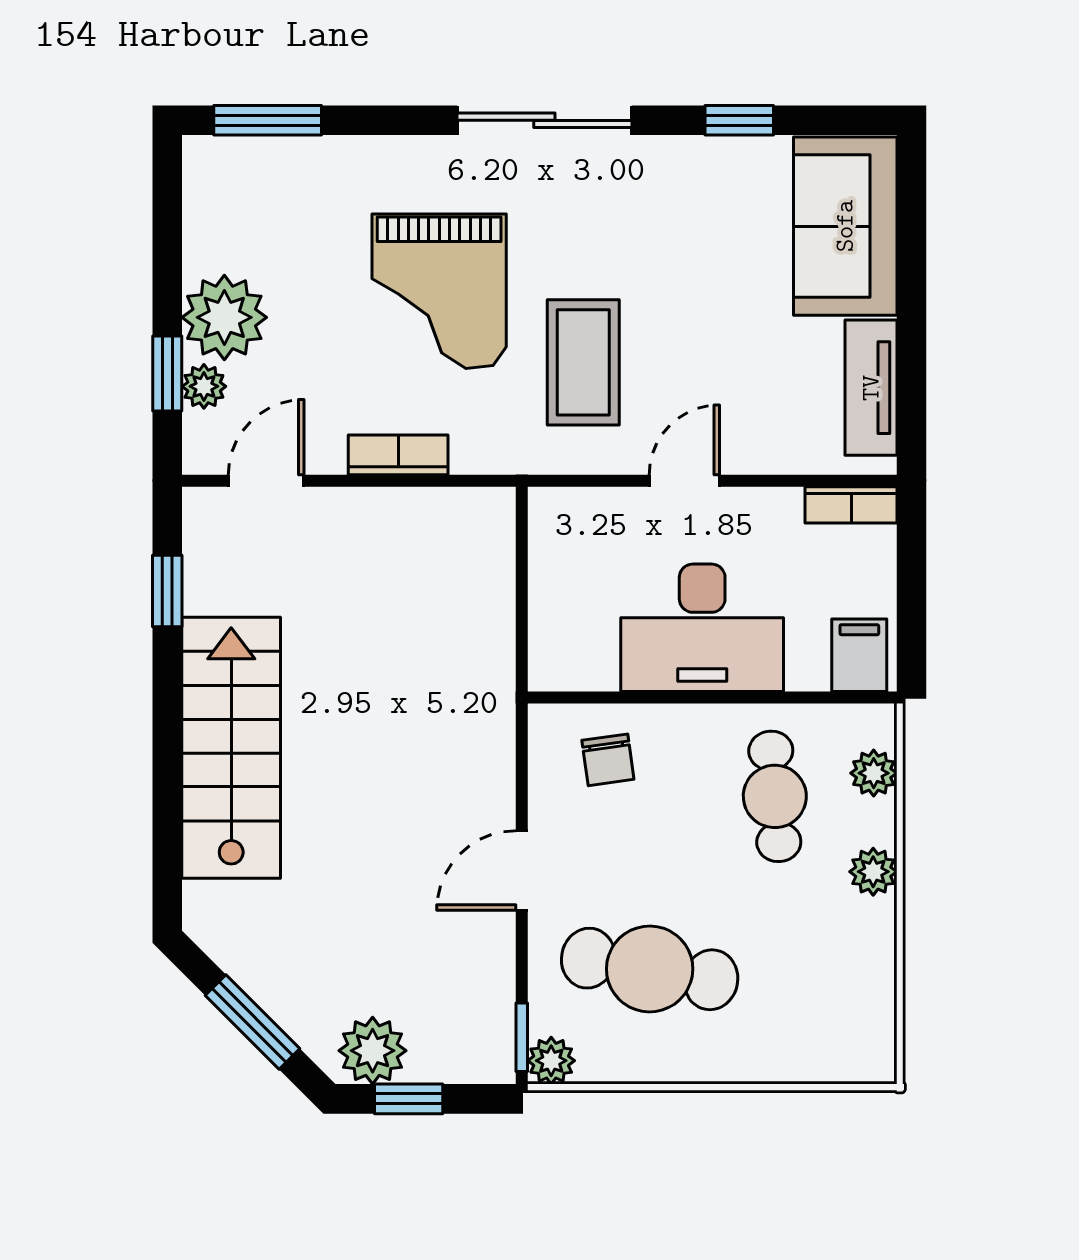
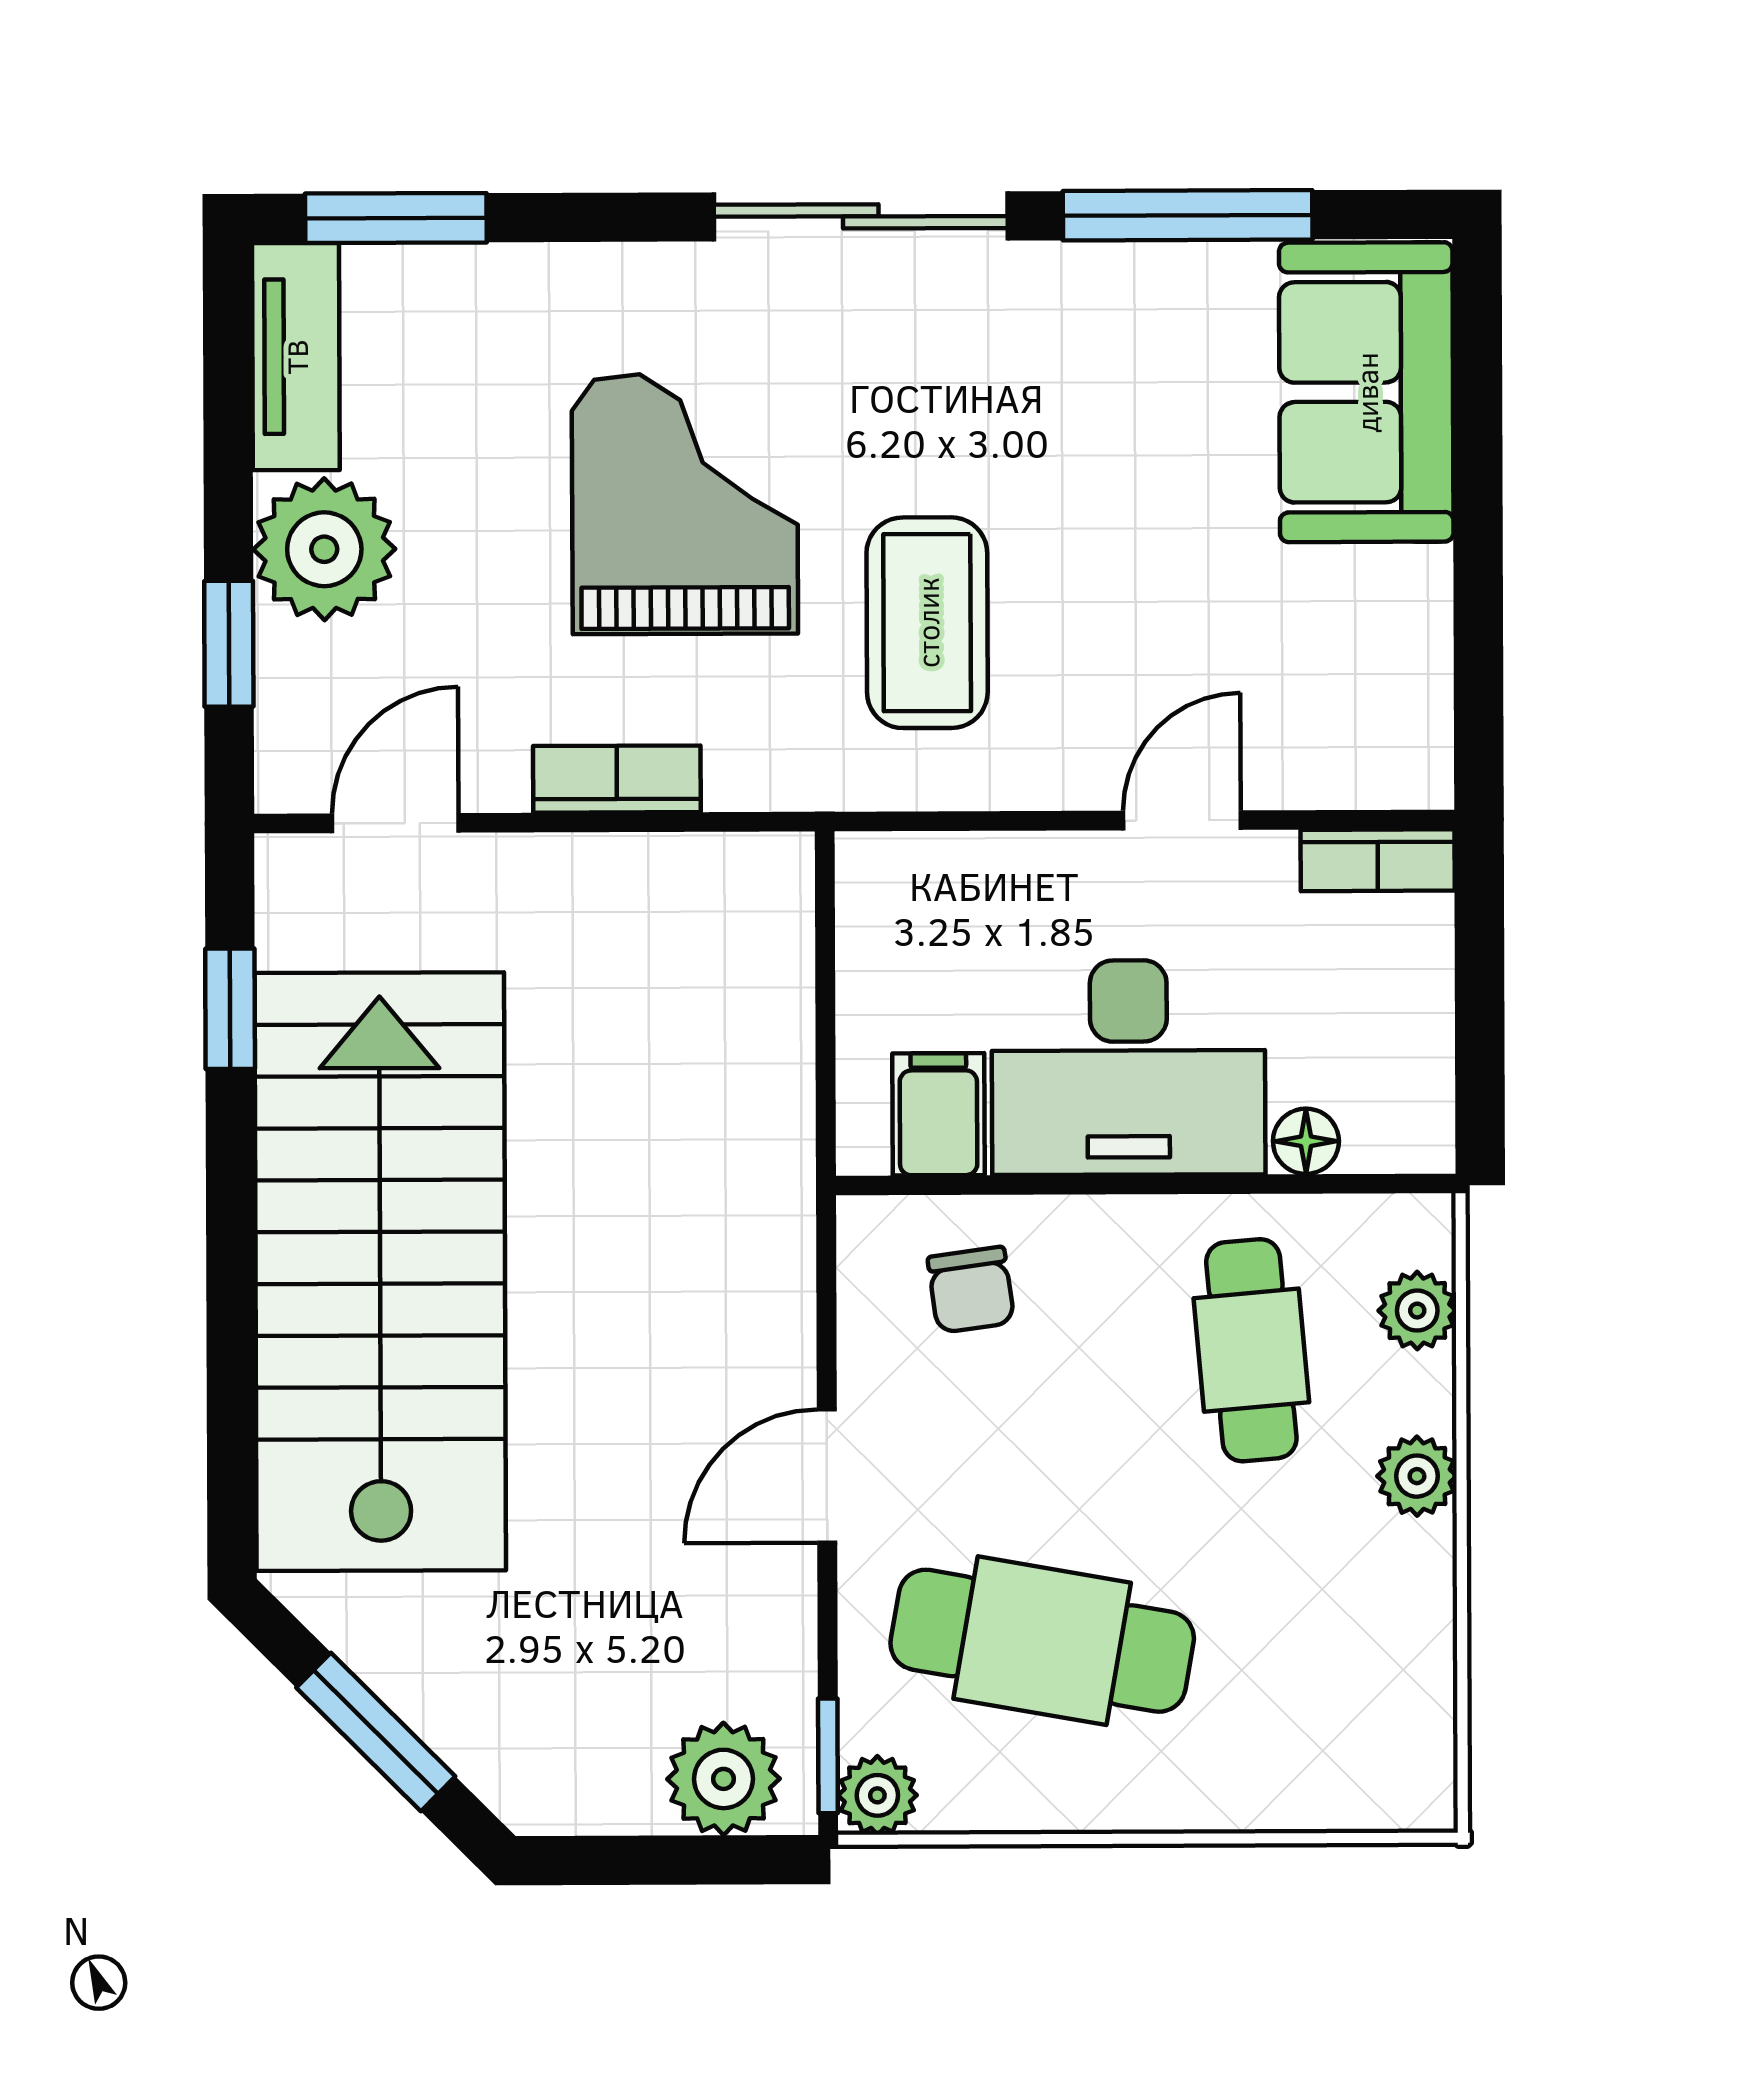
window: (739, 120) -> (1188, 215), width x2.17
grand piano: (439, 291) -> (685, 504), turned 180
plant: (204, 386) -> (290, 665), removed
tv unit: (871, 388) -> (296, 357), moved, turned 180
door: (684, 481) -> (1182, 820), moved
filing cabinet: (859, 655) -> (938, 1114), moved
floor lamp: (808, 672) -> (1306, 1141), added
stairs: (231, 748) -> (380, 1272), width x1.36, depth x1.51
plant: (373, 1051) -> (723, 1779), moved
window: (409, 1099) -> (638, 1860), removed

